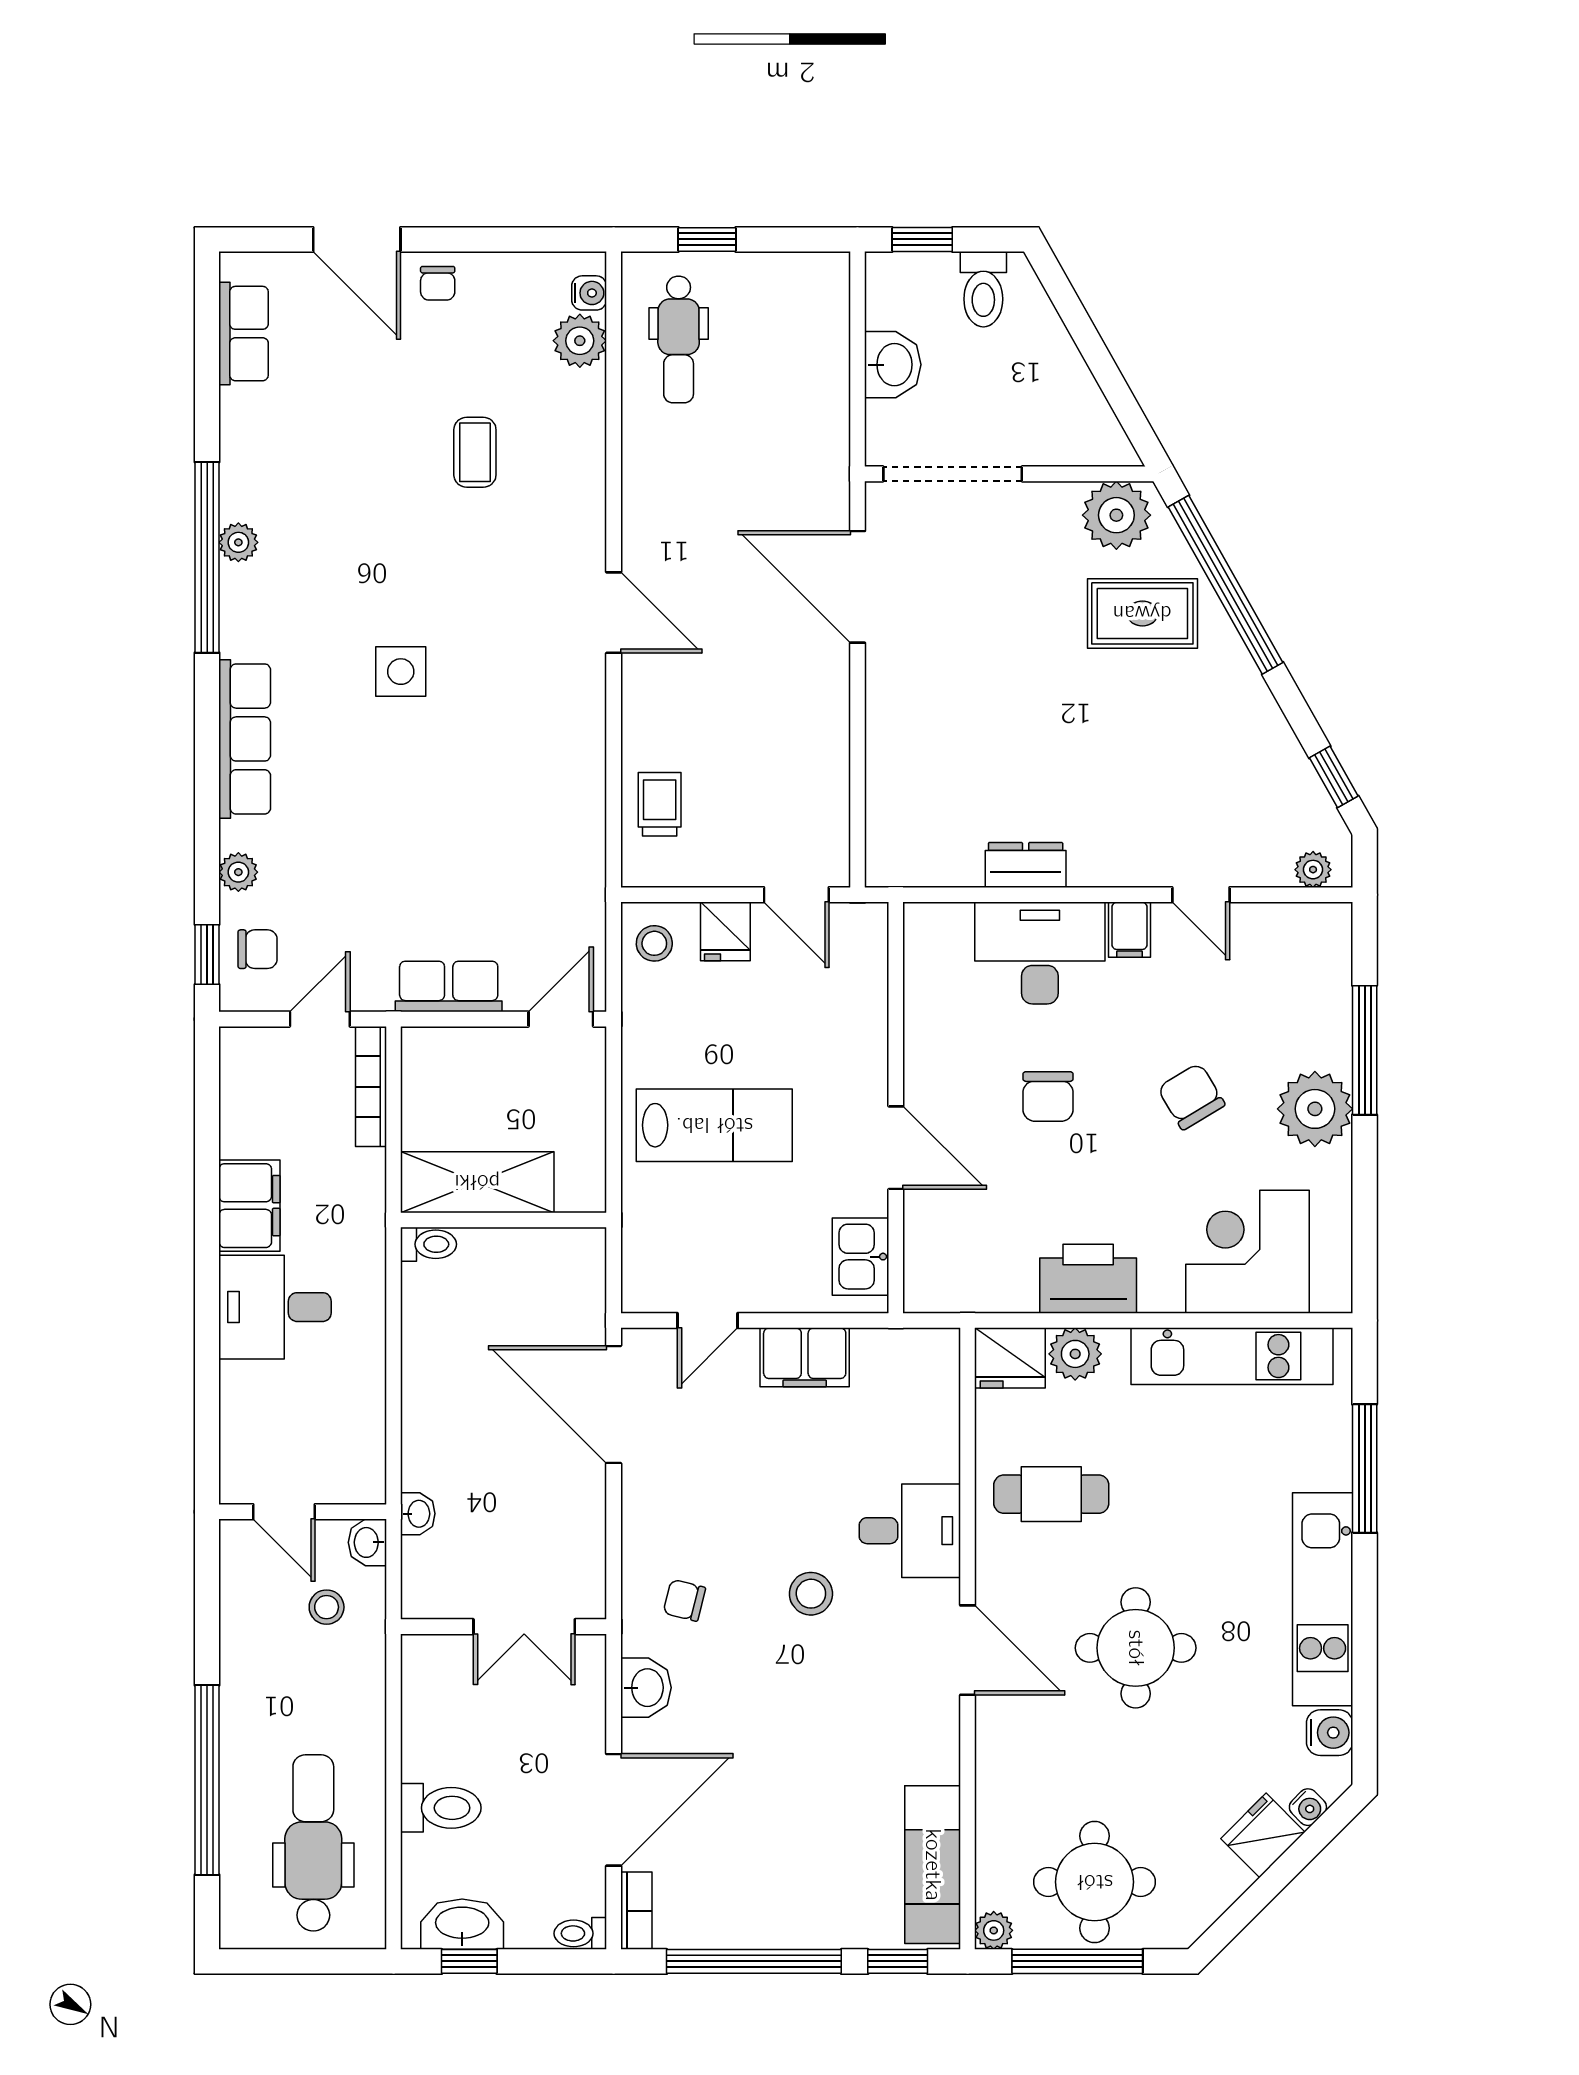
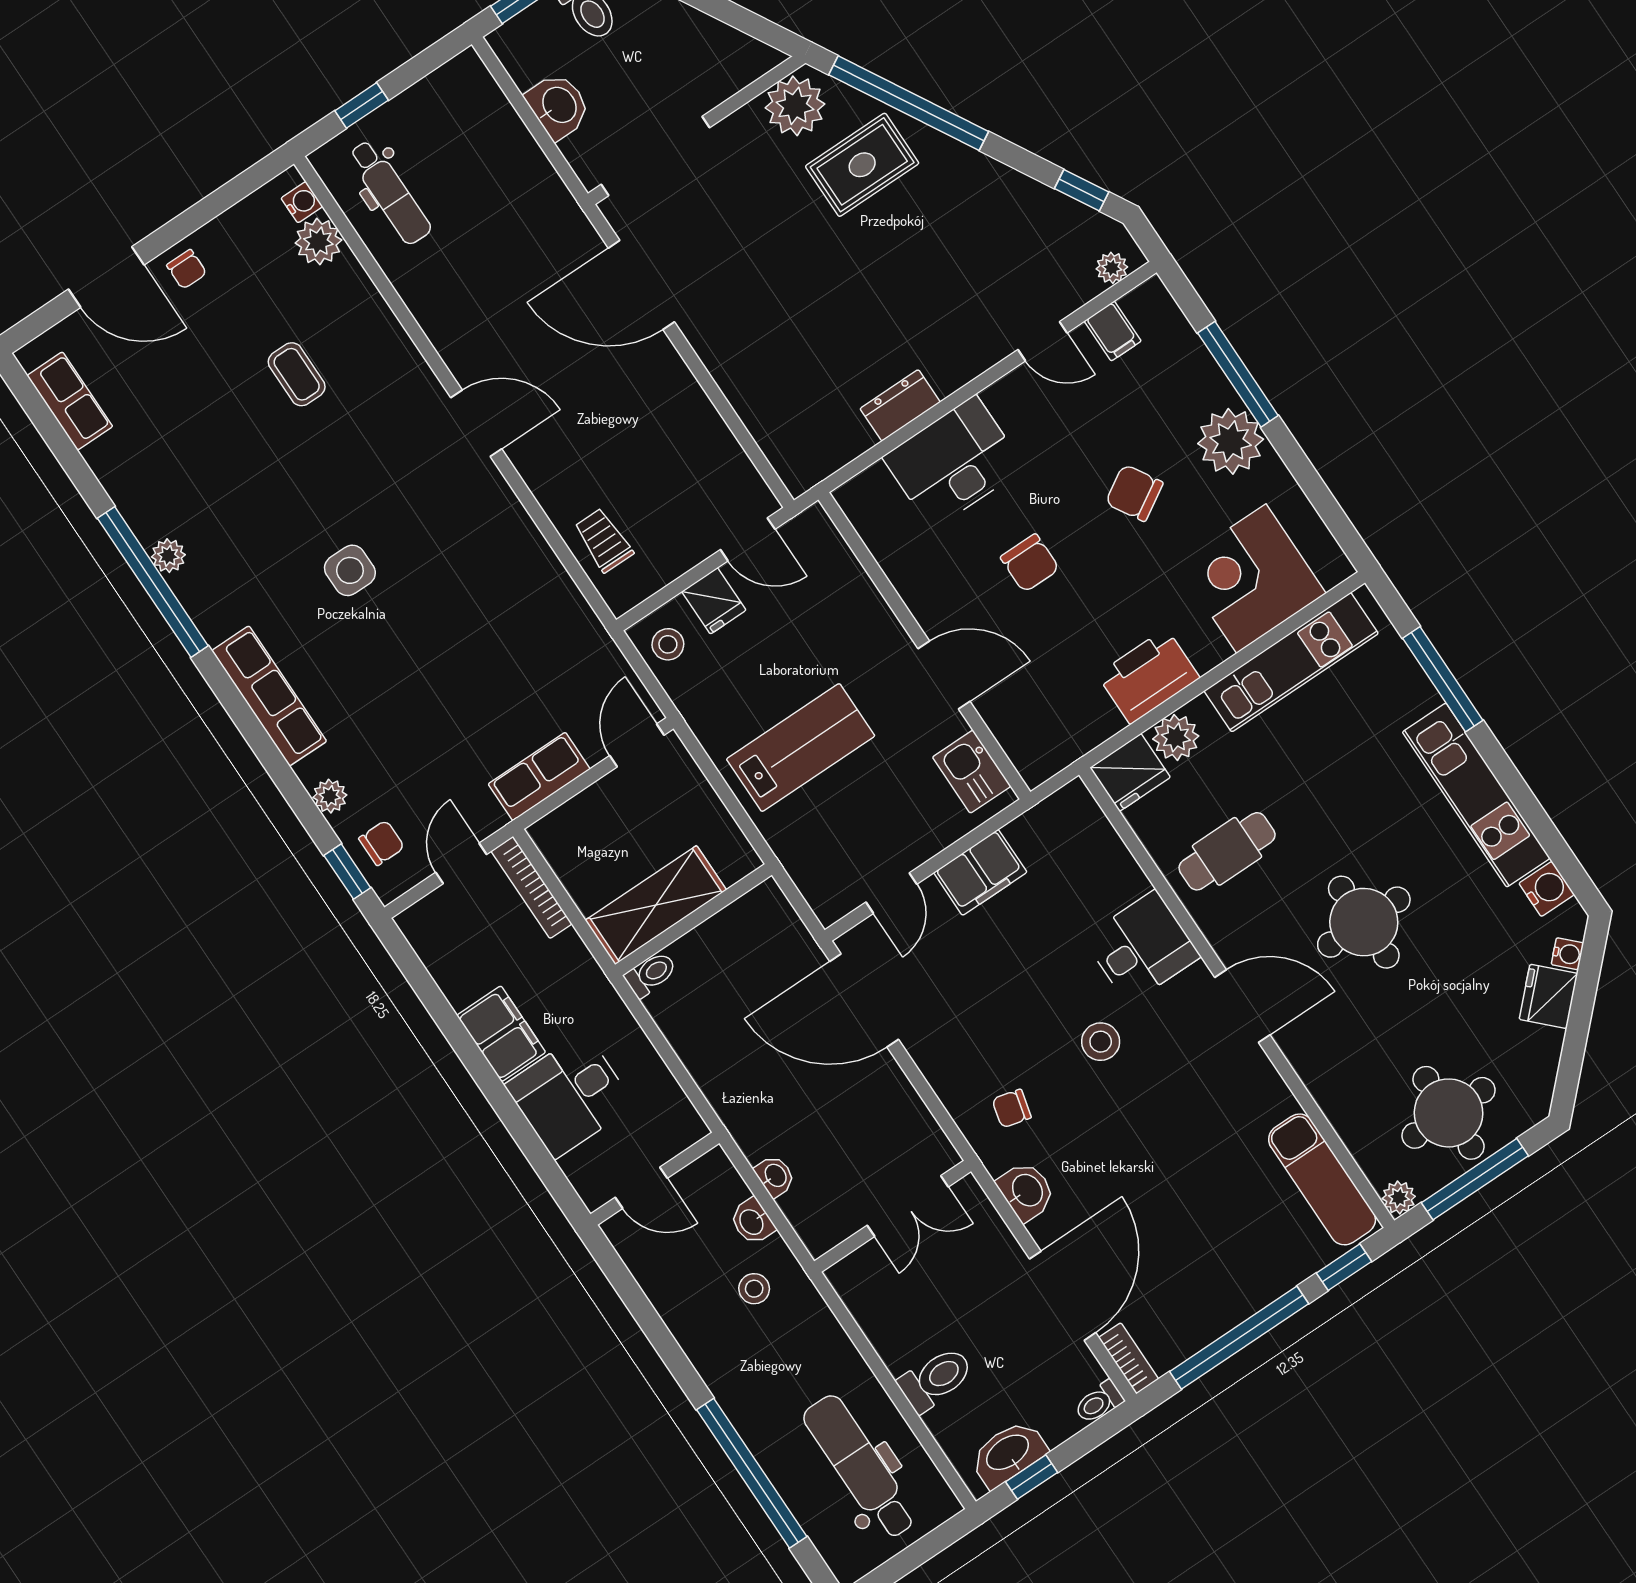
filing cabinet: (1129, 930) -> (1113, 331), moved
door: (284, 1512) -> (641, 1188), moved
wall: (303, 1512) -> (655, 1179), moved

